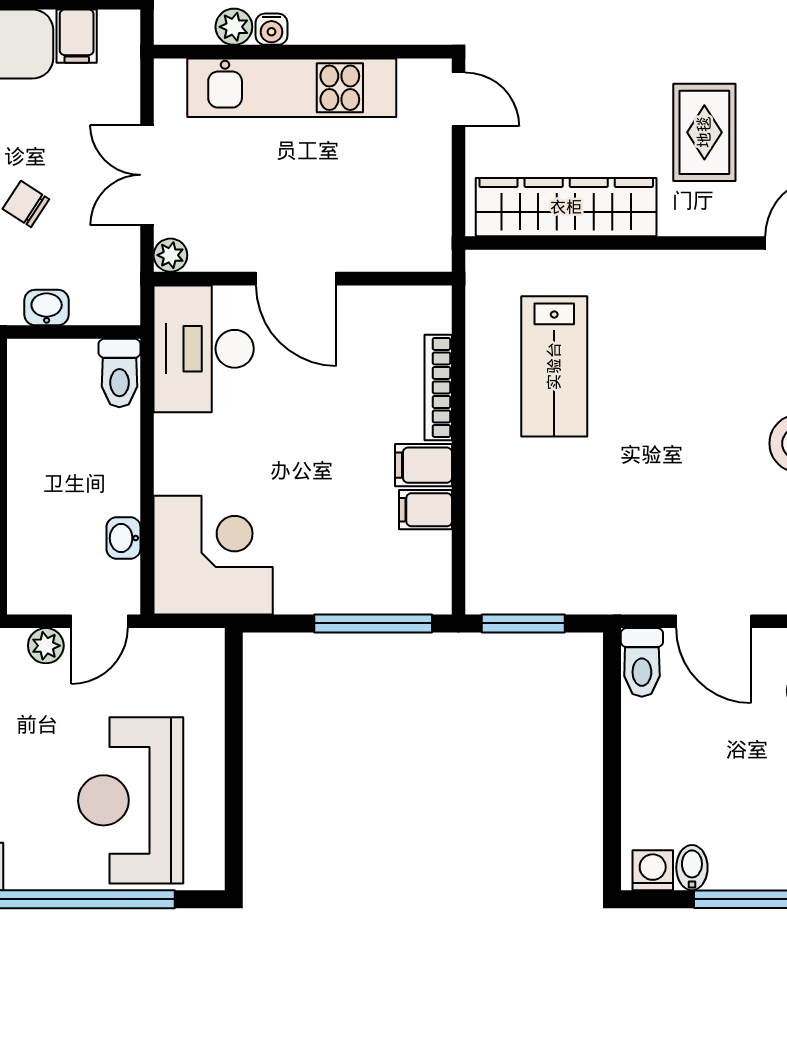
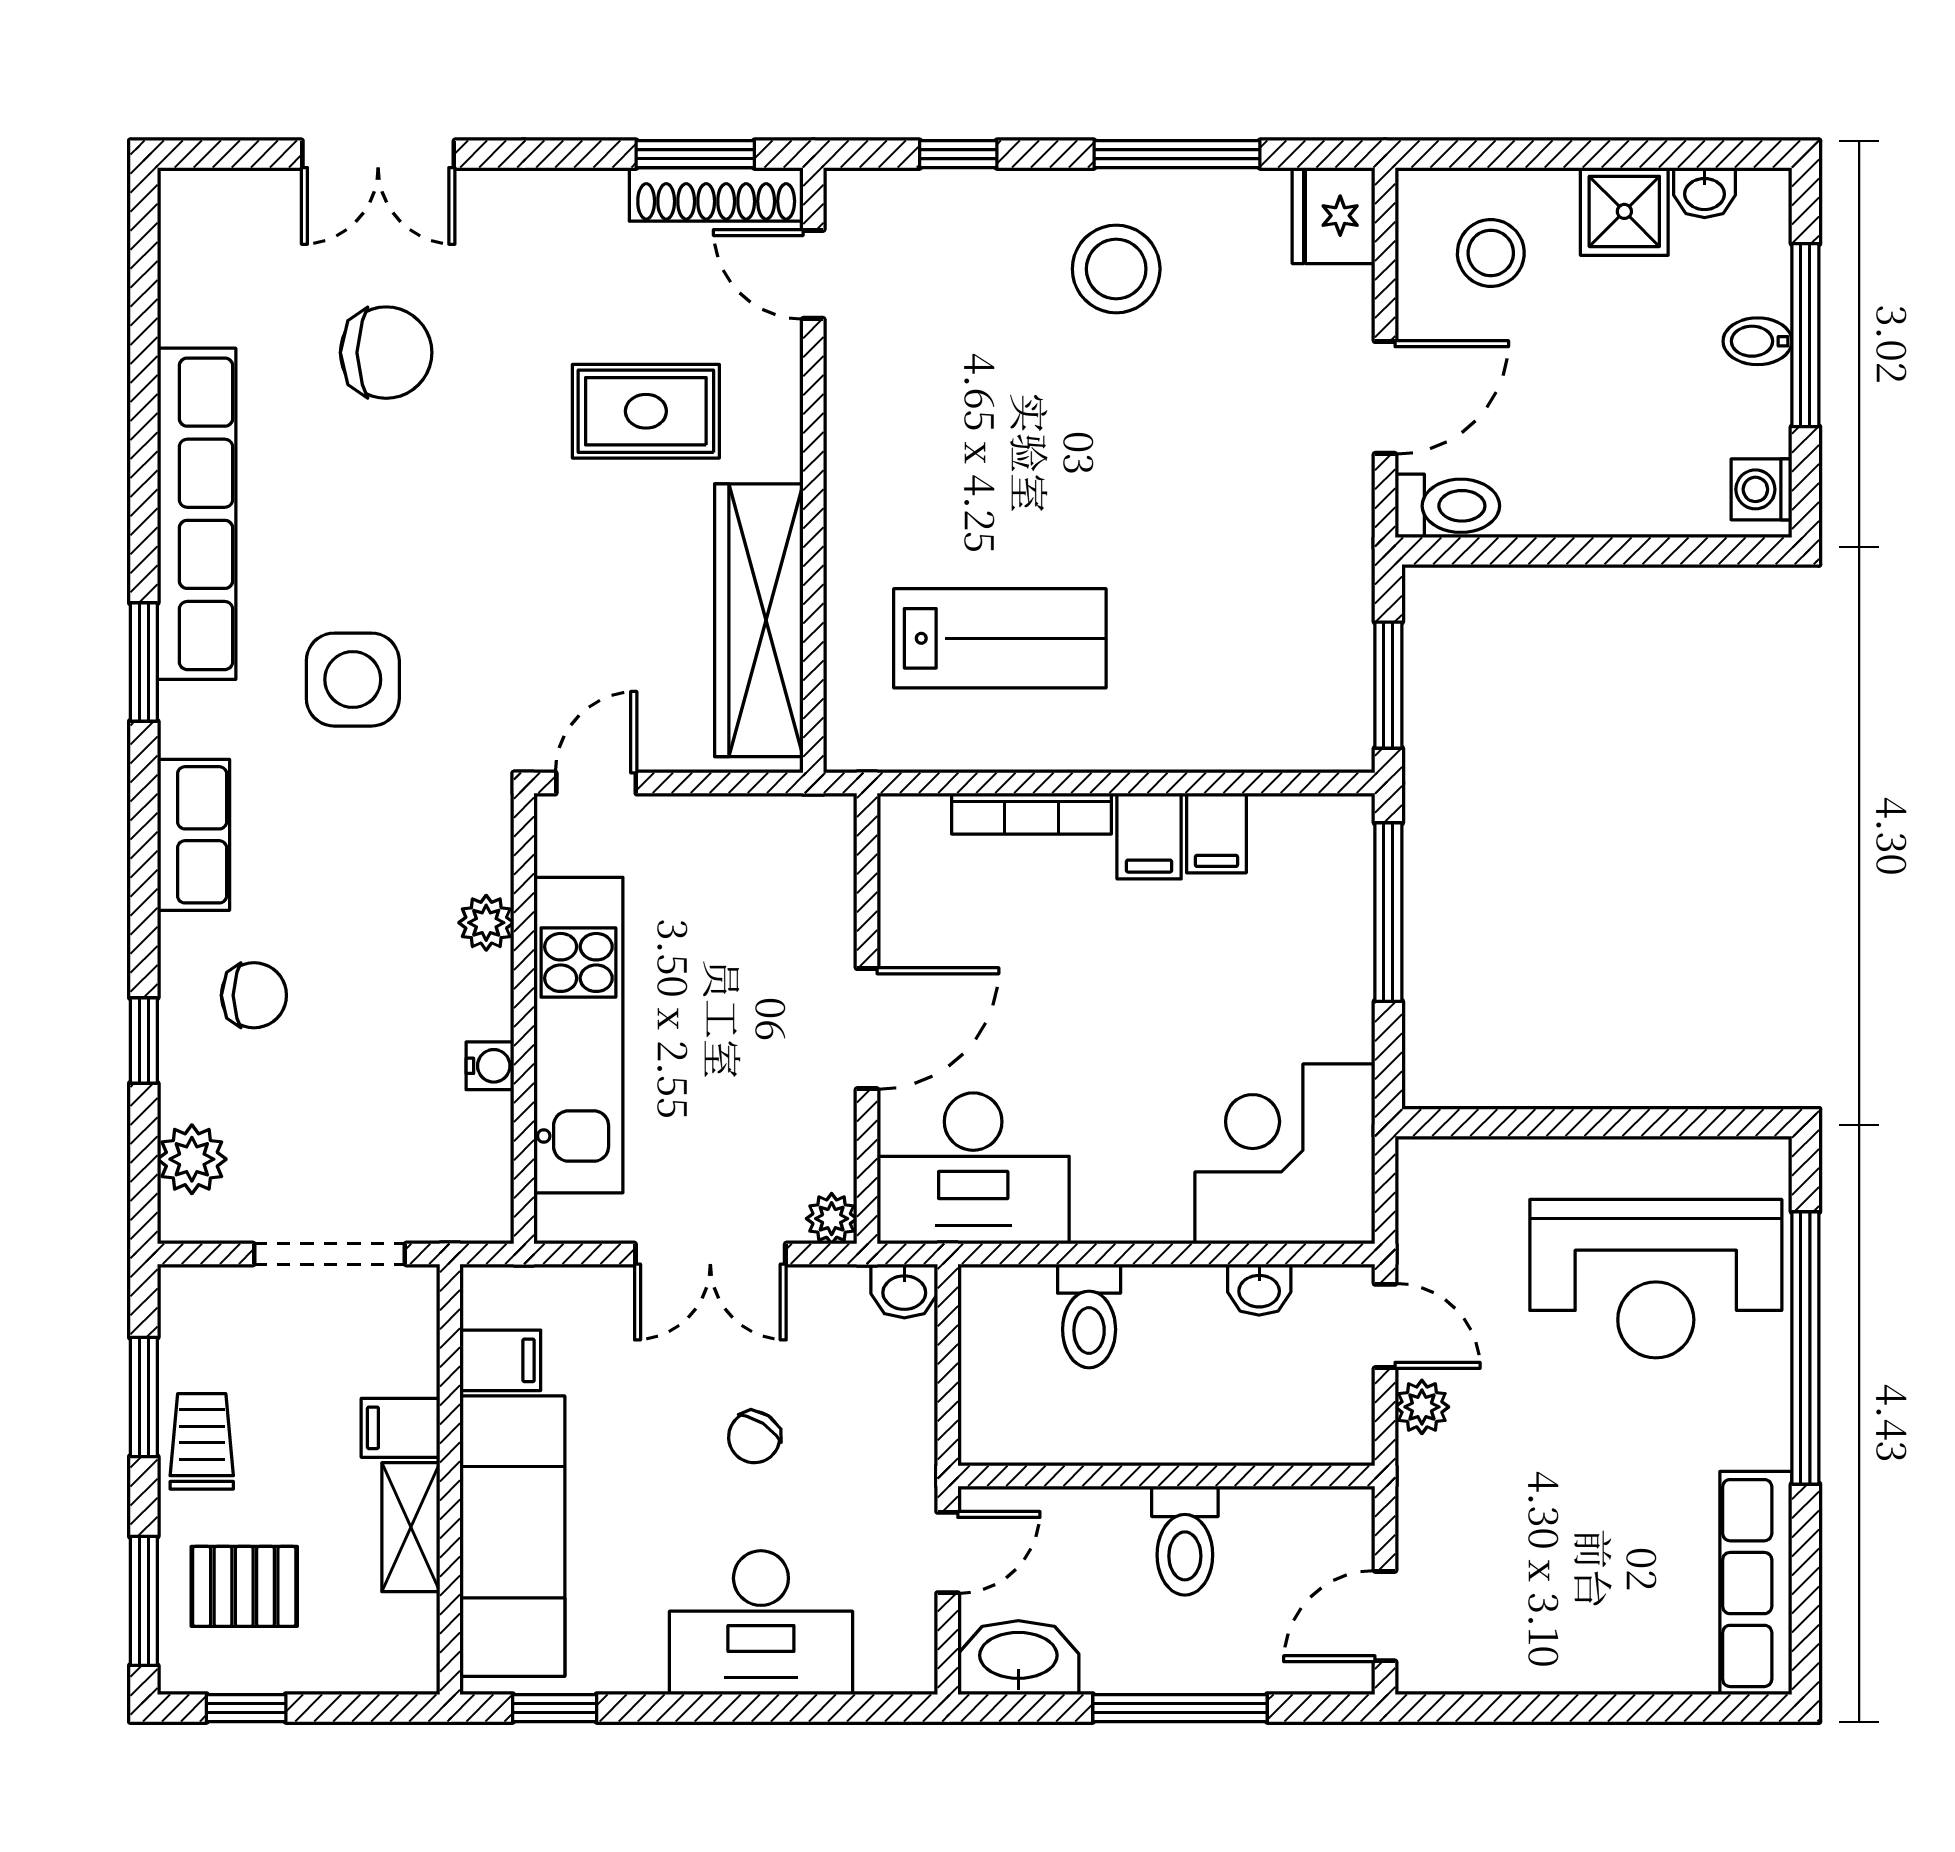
plant: (234, 27) -> (486, 923), moved
washbasin: (47, 307) -> (904, 1291), moved, turned -90
toilet: (119, 373) -> (1089, 1316), moved, turned 90
bidet: (692, 868) -> (1758, 341), moved

